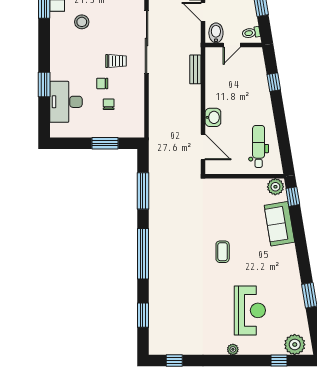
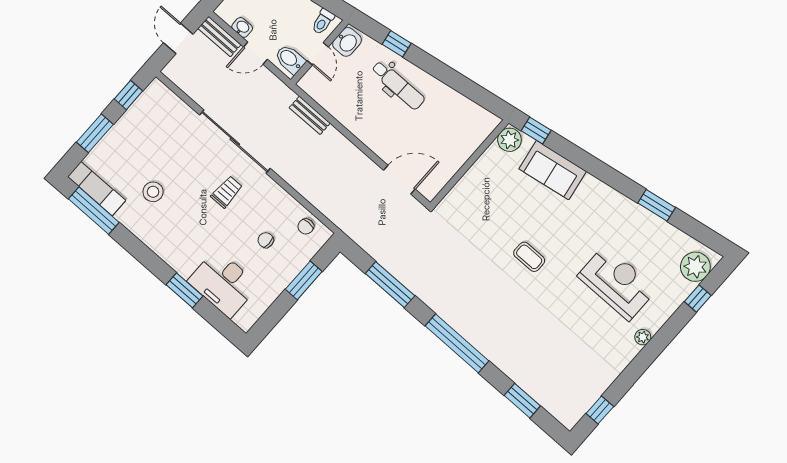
chair: (102, 83) -> (306, 226), moved
washbasin: (213, 117) -> (347, 42), moved, turned 90
dental chair: (259, 146) -> (398, 85), moved, turned 180

